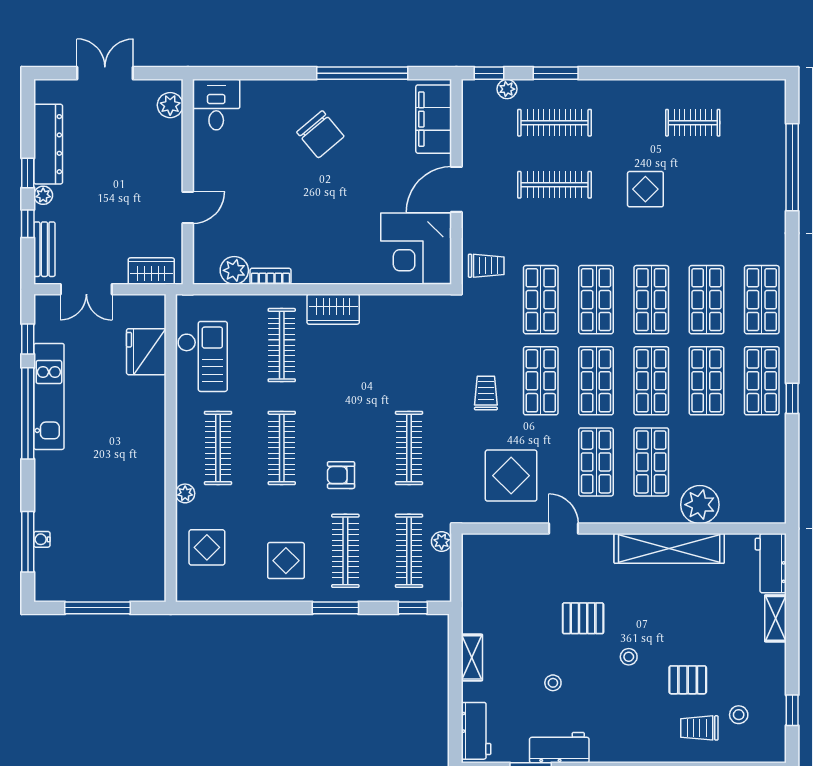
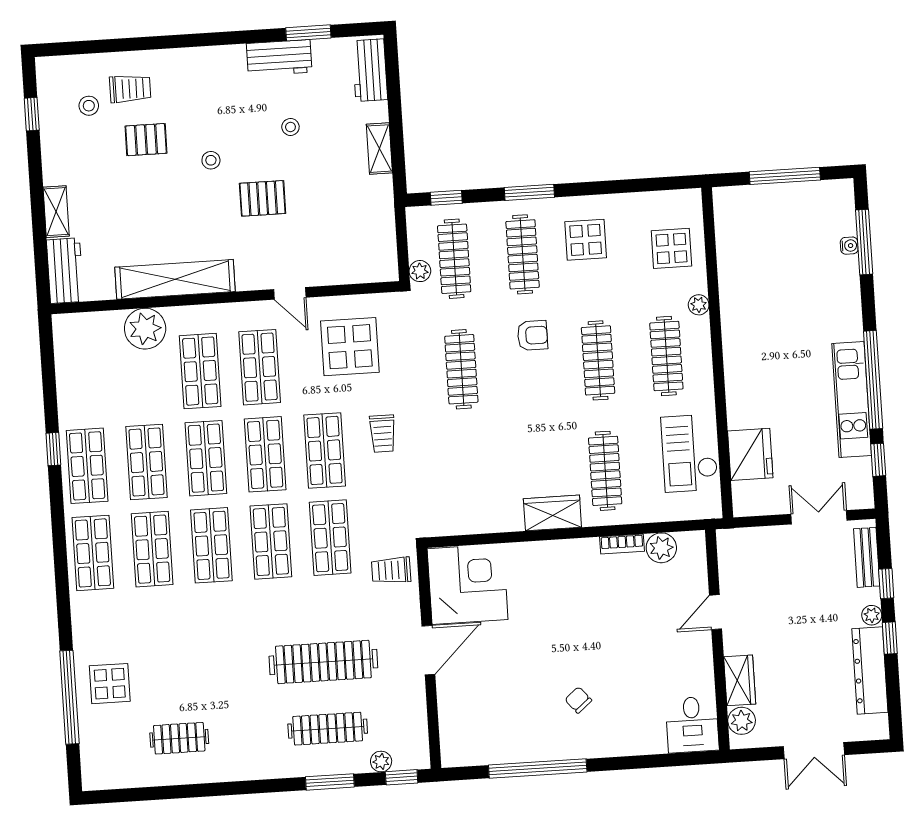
filing cabinet: (434, 119) -> (458, 724), removed
chair: (320, 134) -> (578, 700), width x0.54, depth x0.54
clothes rail: (555, 185) -> (323, 662), width x1.37, depth x1.31
display table: (645, 189) -> (110, 684), moved
wardrobe: (151, 271) -> (740, 680), moved, turned -90

